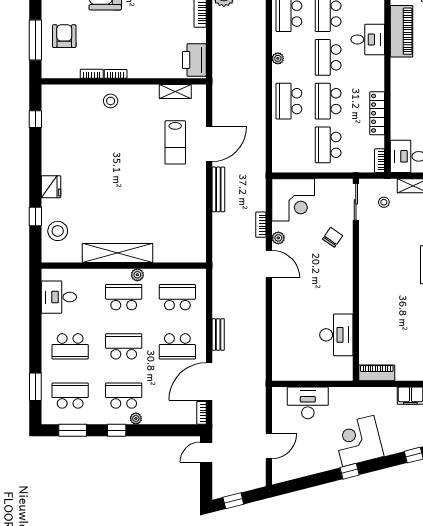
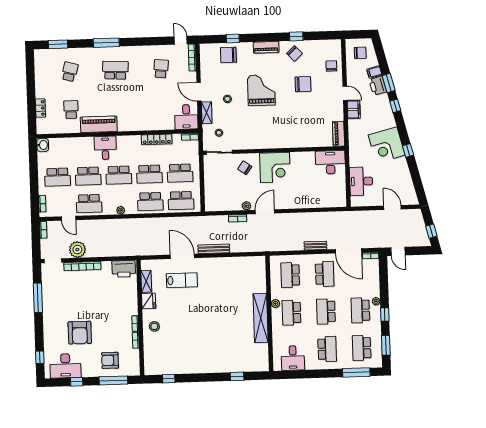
school desk: (289, 145) -> (181, 200), added
fridge: (51, 187) -> (149, 301), moved, turned 90
corner desk: (293, 200) -> (275, 167), moved, turned 90
stool: (58, 231) -> (247, 360), removed
desk: (336, 335) -> (330, 162), moved
window: (35, 387) -> (356, 372), width x1.44

